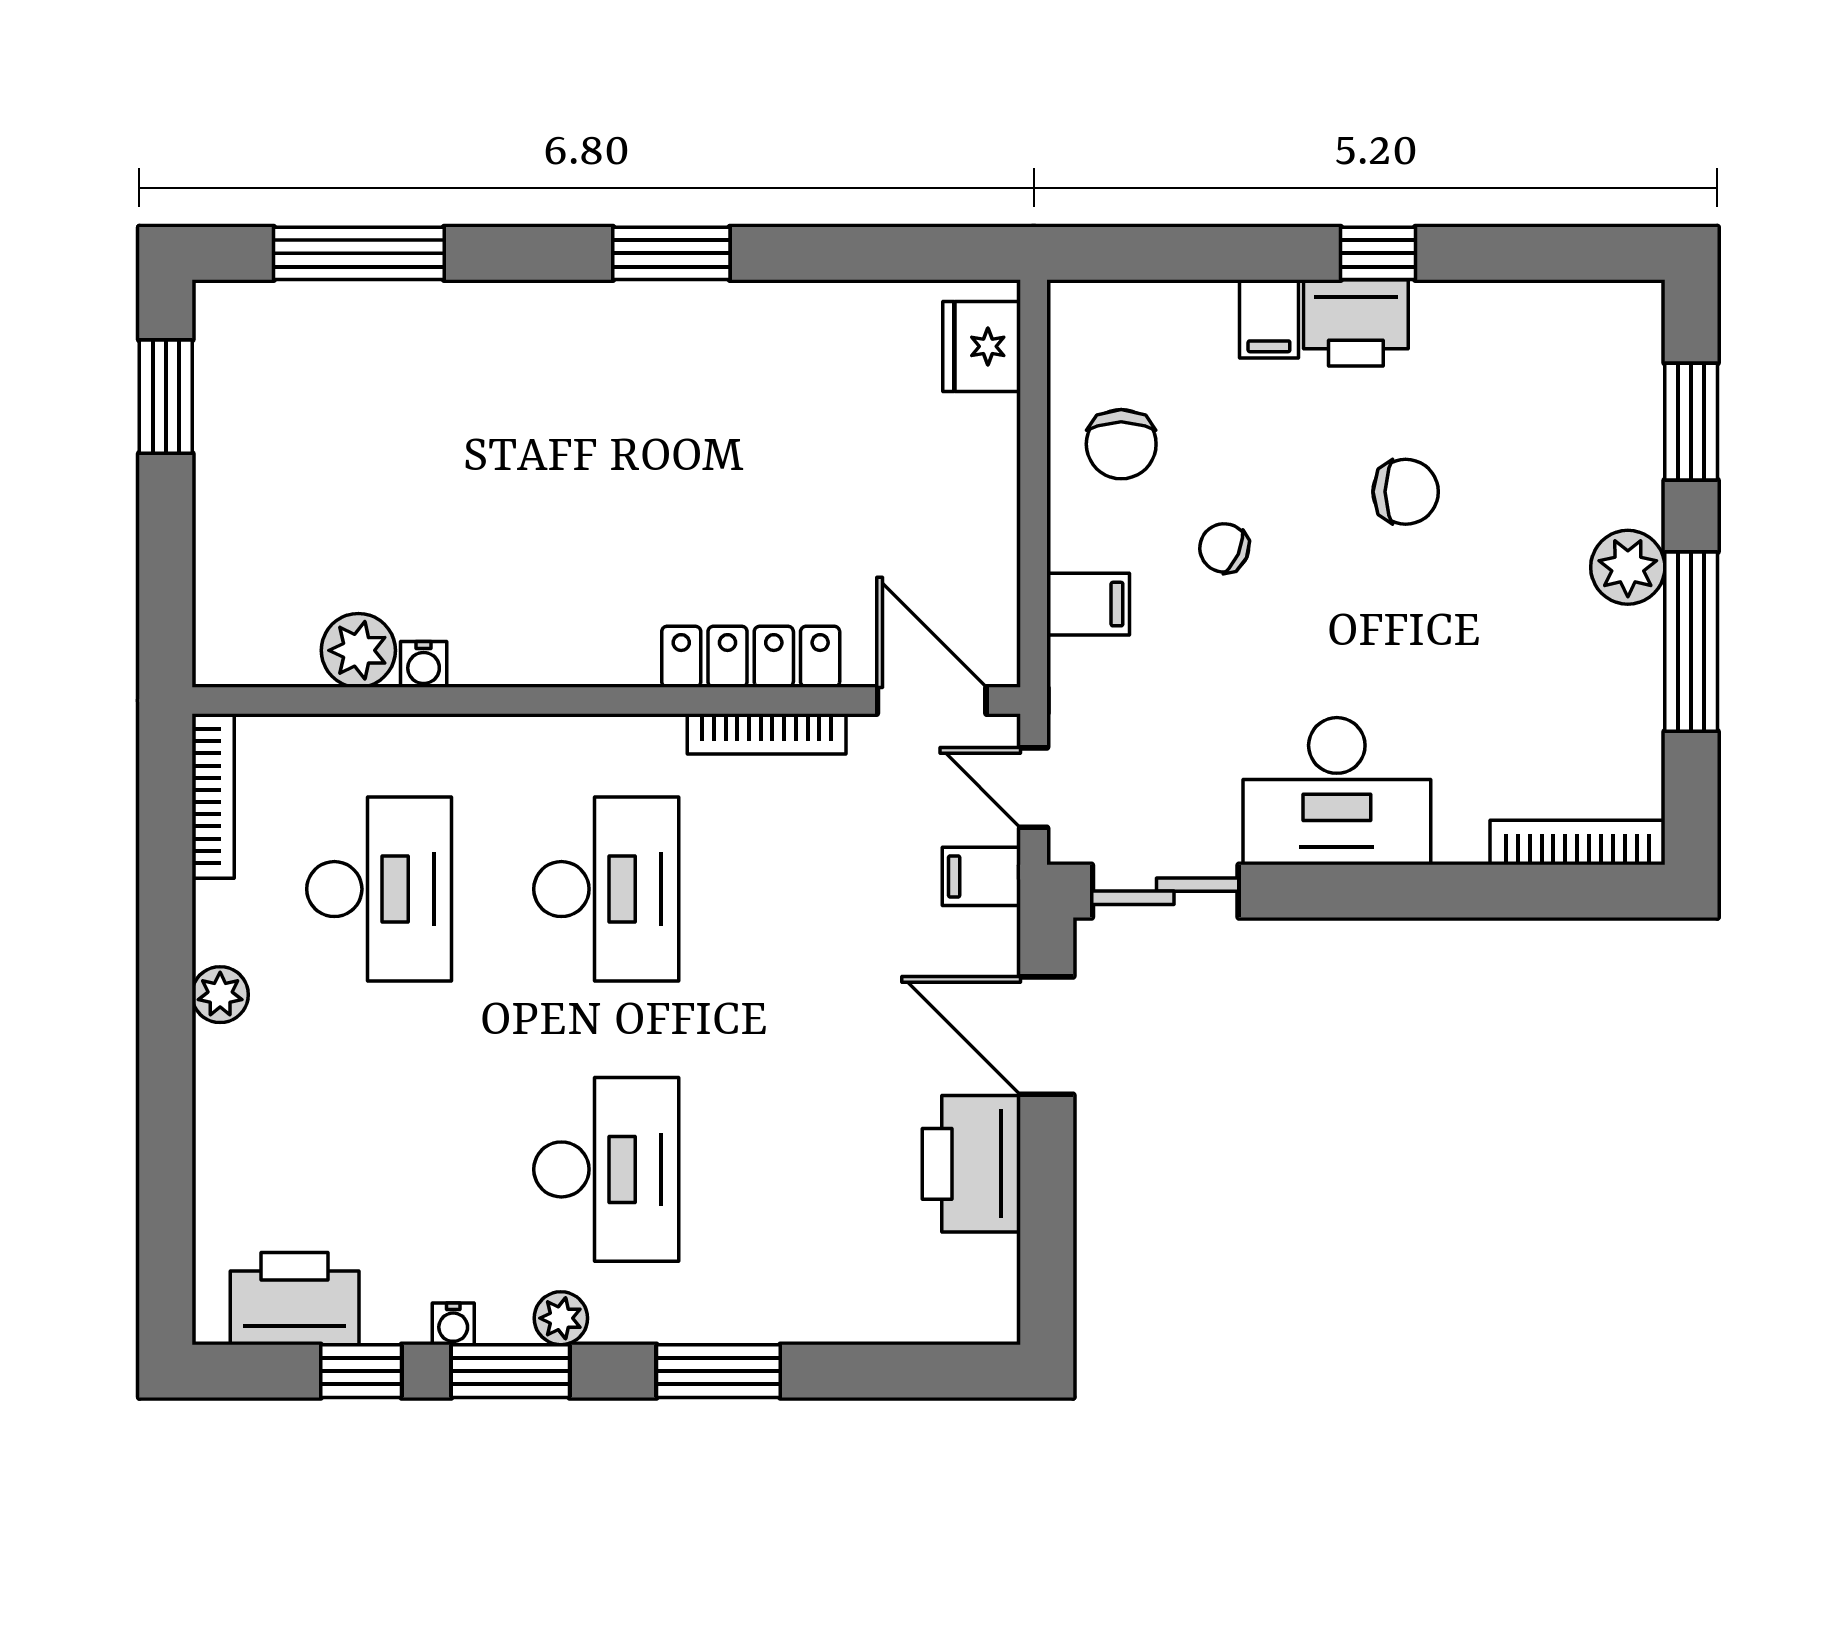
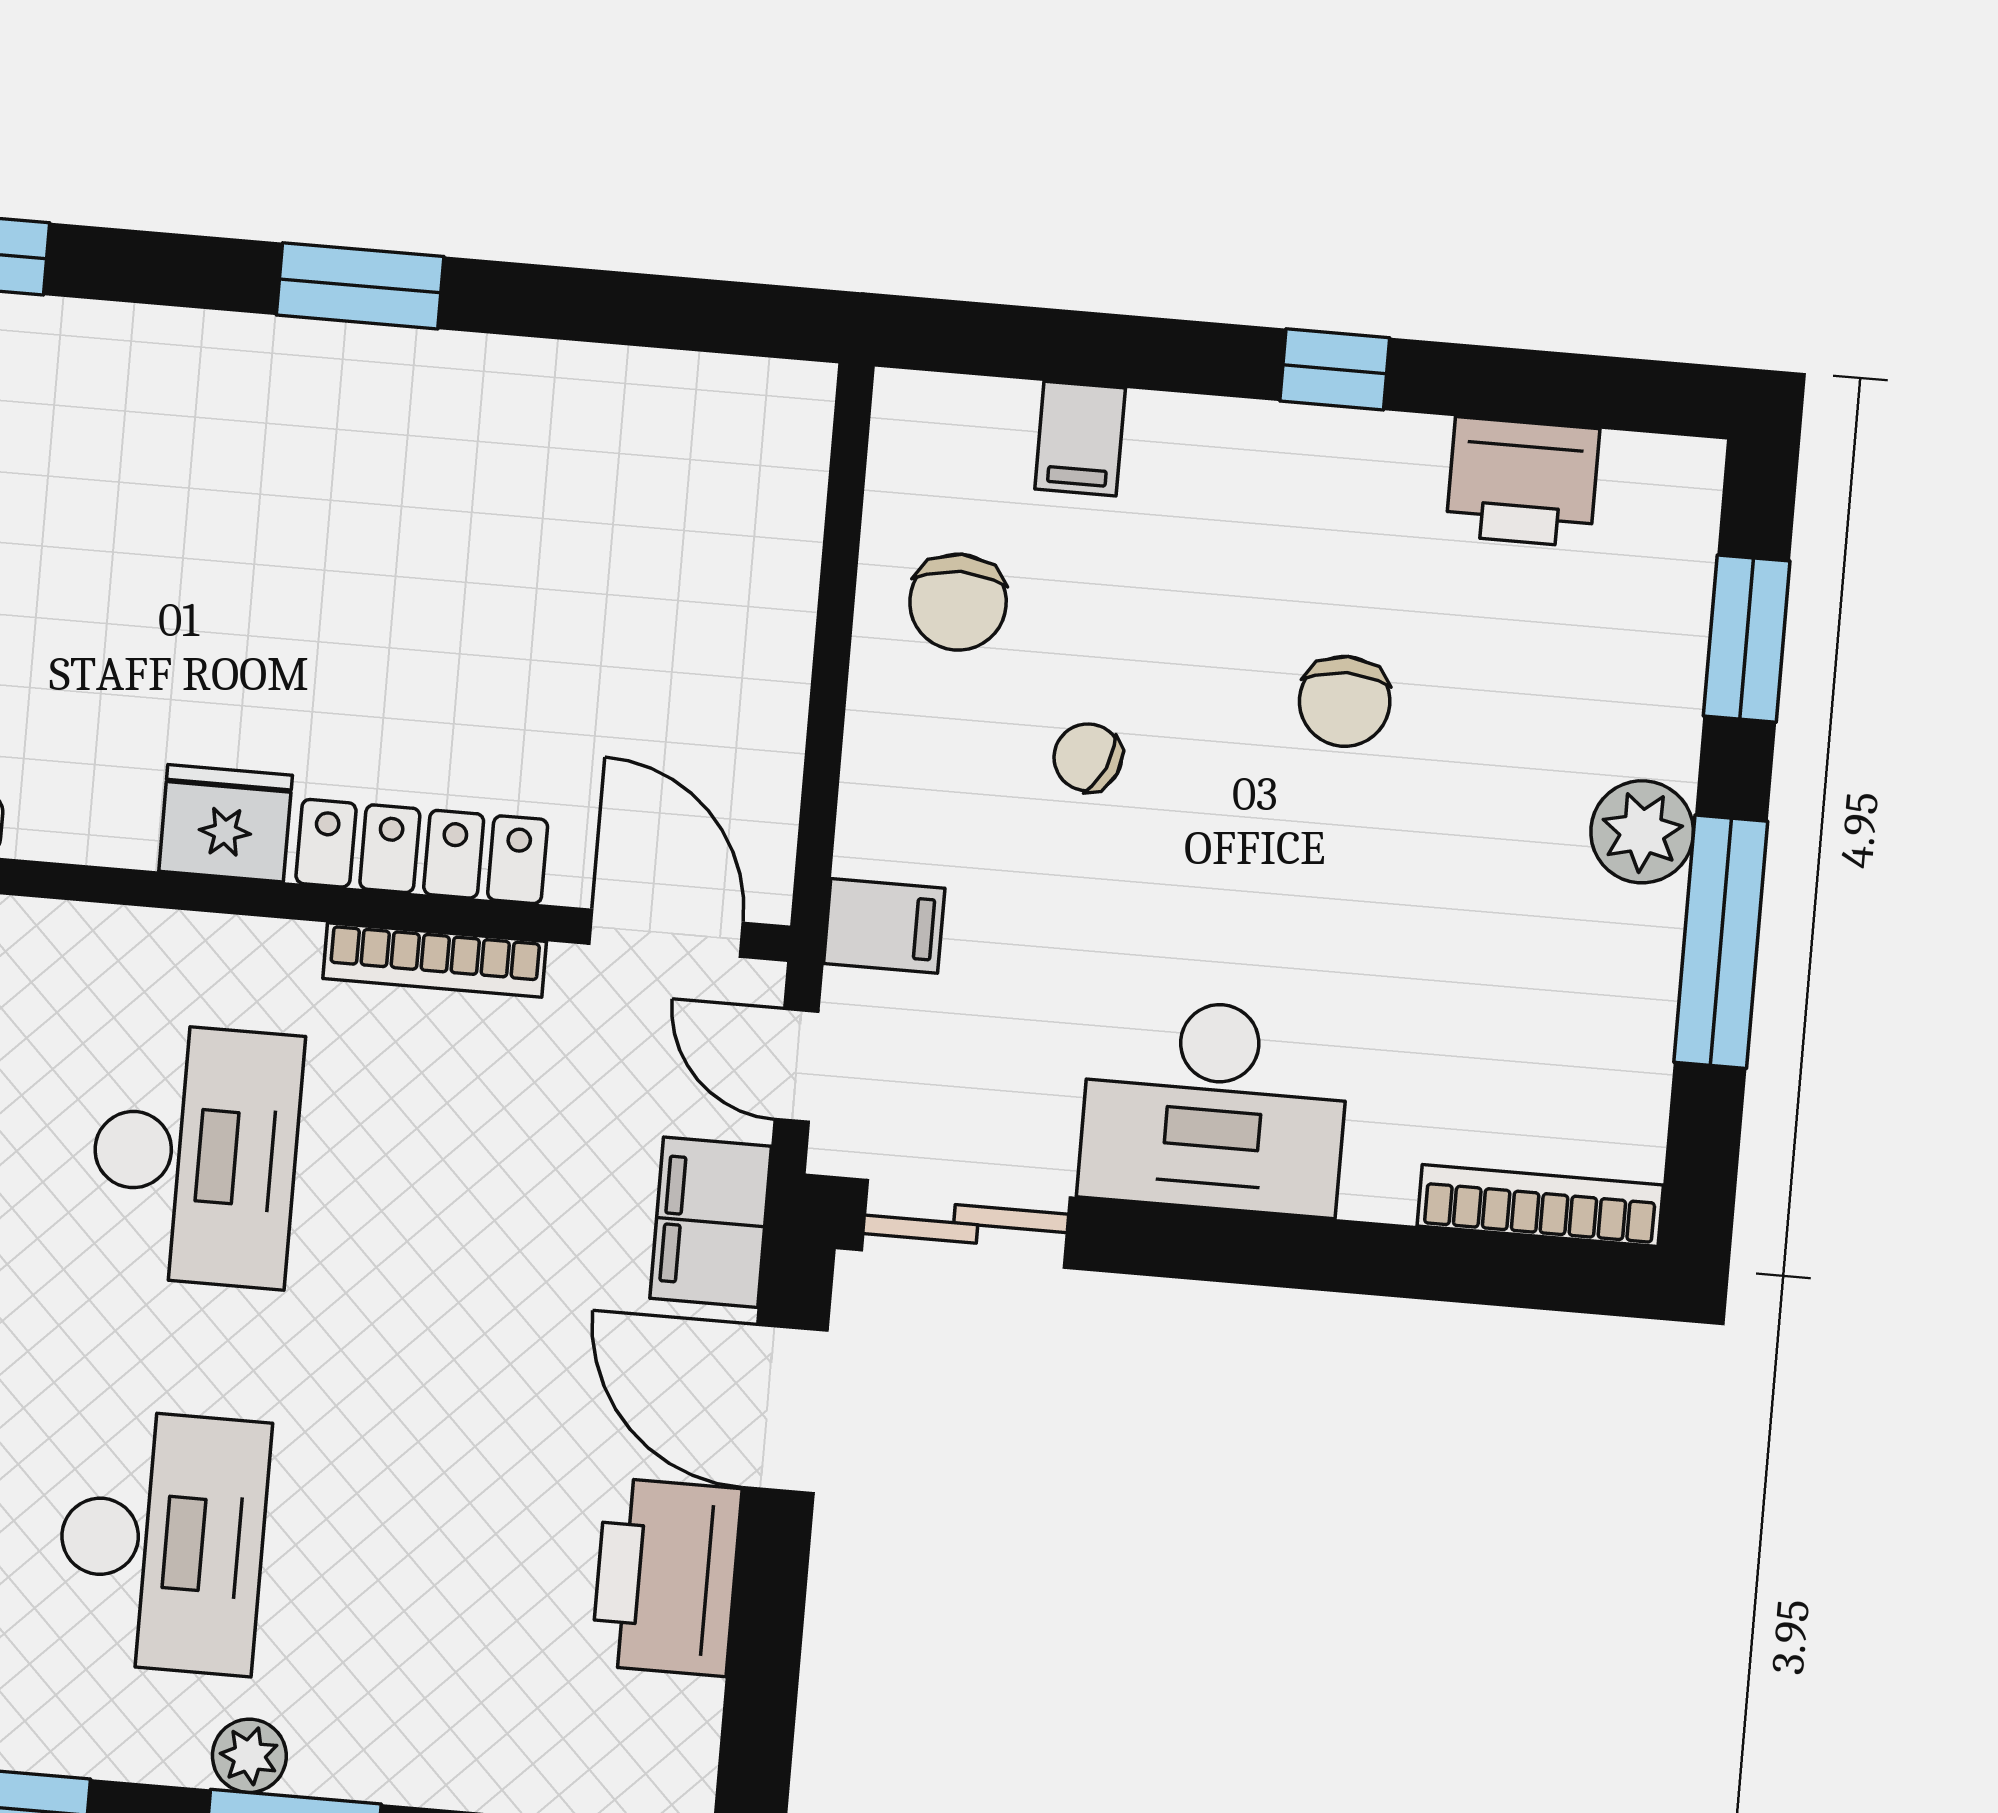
filing cabinet: (1269, 319) -> (1080, 439), moved
printer: (1356, 323) -> (1523, 482), moved
fridge: (982, 346) -> (226, 823), moved, turned 90
chair: (1406, 492) -> (1345, 701), turned 90
filing cabinet: (1088, 604) -> (884, 926), moved
filing cabinet: (981, 876) -> (711, 1222), width x2.00
plant: (561, 1318) -> (249, 1756), moved

